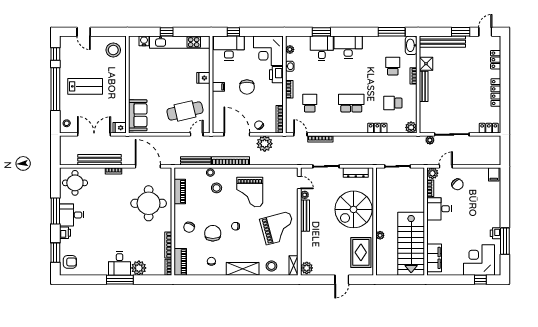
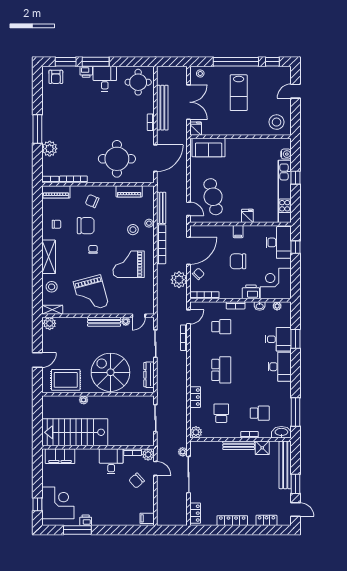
window: (55, 211) -> (96, 62), moved
desk: (120, 264) -> (54, 129), removed
door: (342, 280) -> (37, 360), swing flipped

